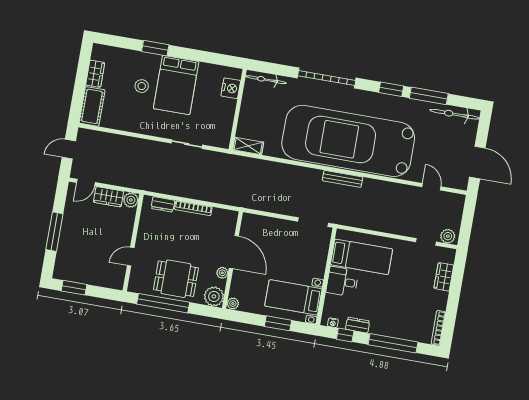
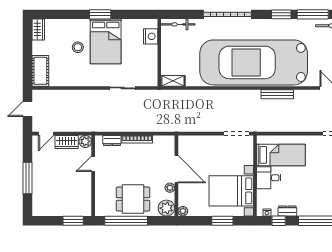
window: (155, 48) -> (100, 14), moved
wardrobe: (95, 74) -> (38, 30), moved
bench: (342, 179) -> (277, 94), moved
door: (131, 257) -> (93, 164), moved
window: (74, 288) -> (73, 221), moved
bed with nightstands: (293, 297) -> (231, 191), width x1.36

